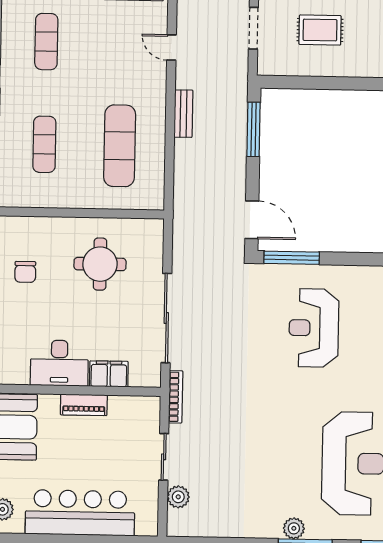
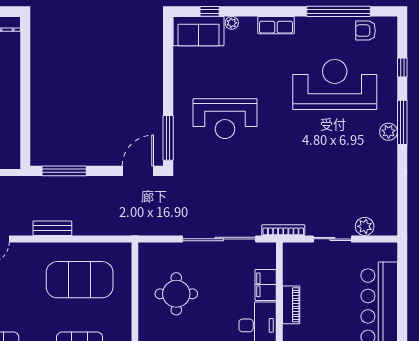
exercise mat: (120, 146) -> (80, 280), width x1.47

